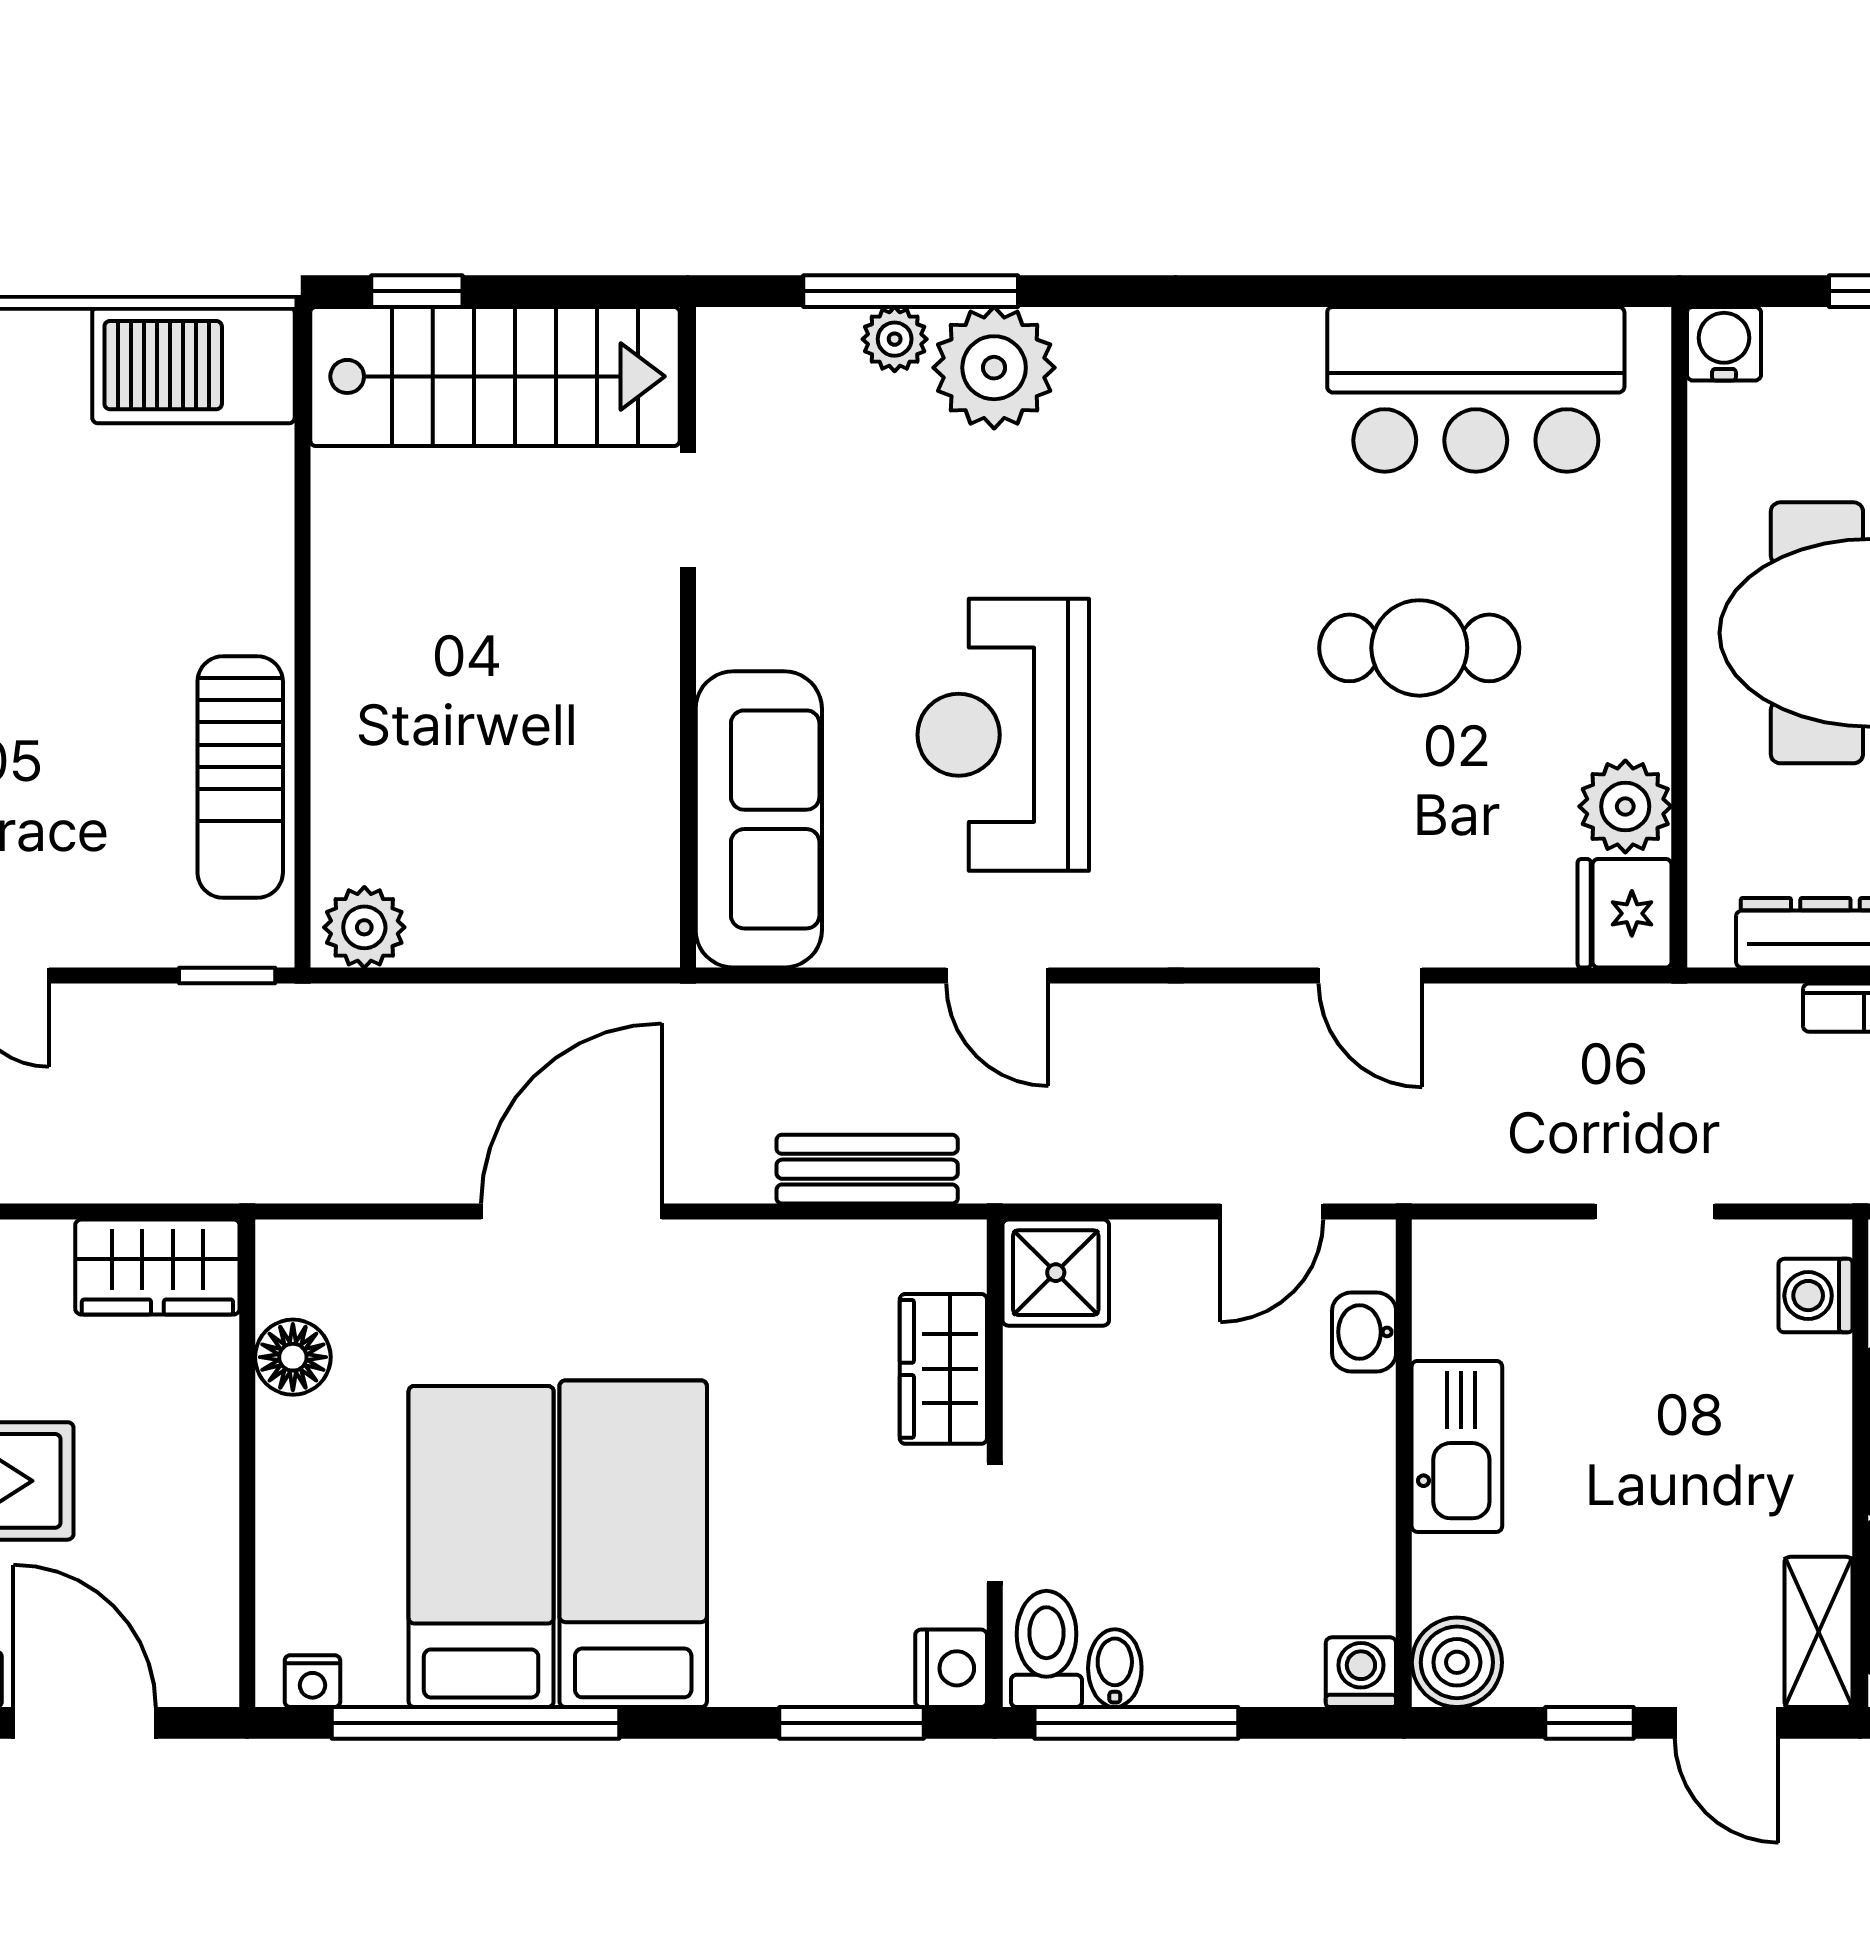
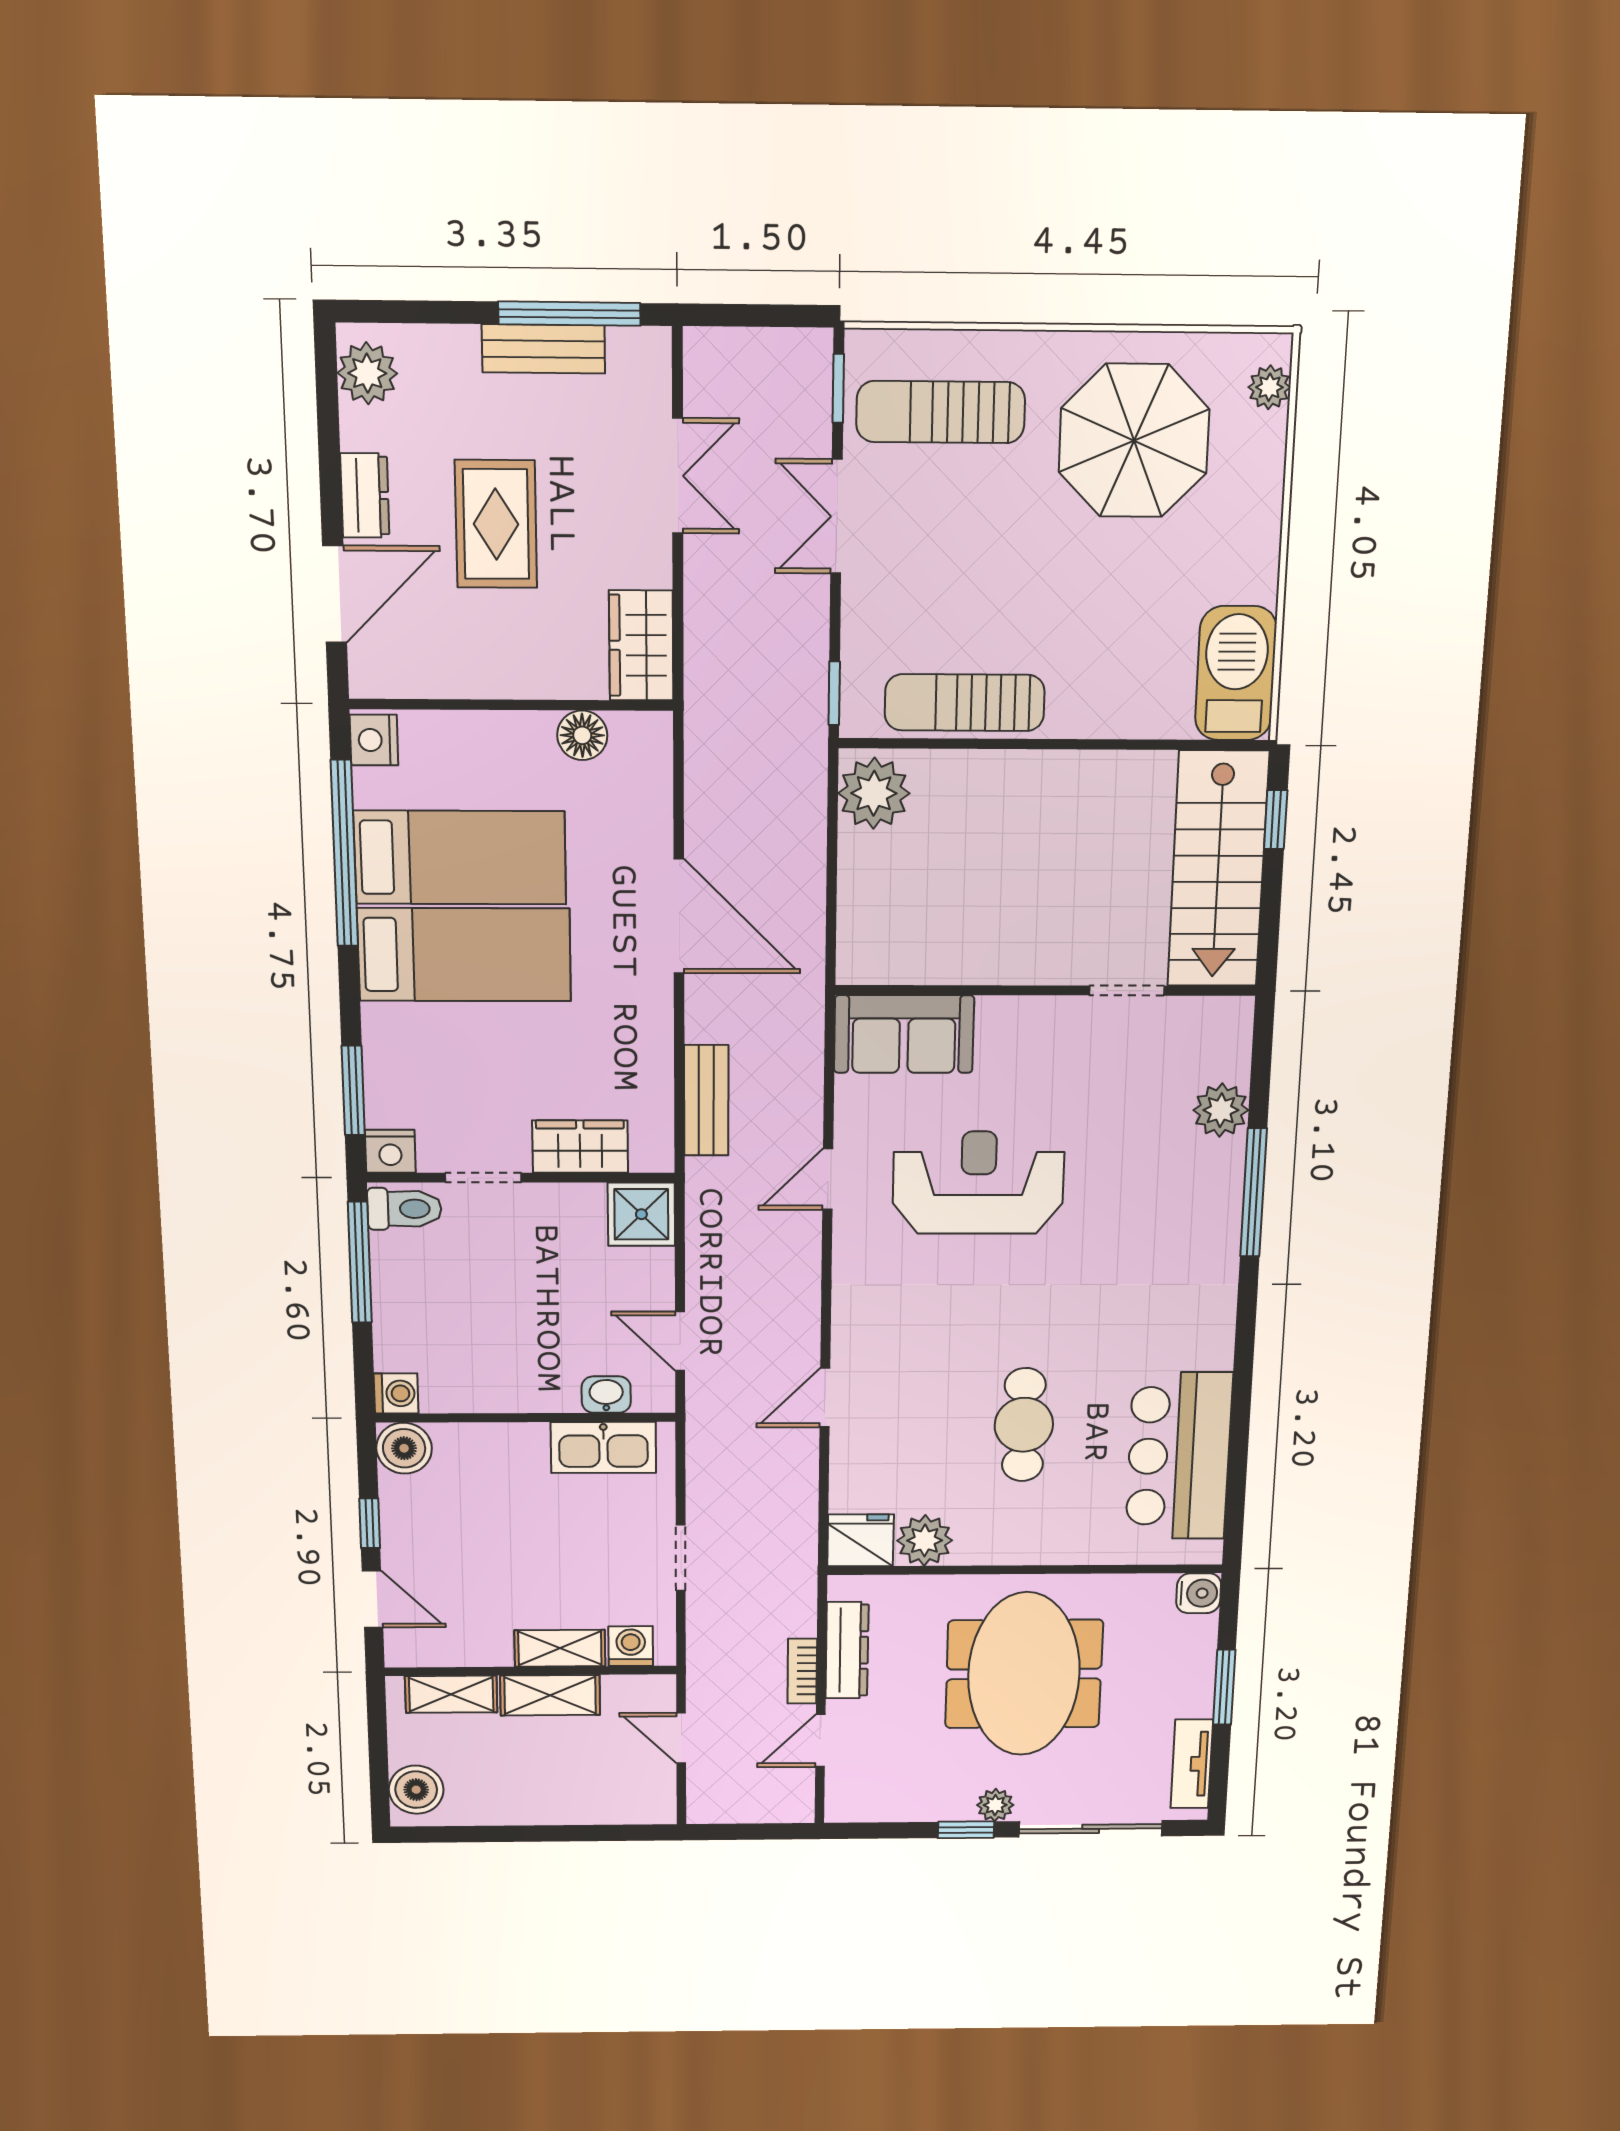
window: (911, 291) -> (1254, 1193), moved
plant: (895, 339) -> (1221, 1110), width x1.38, depth x1.38
plant: (994, 368) -> (1207, 1177), removed
sofa: (759, 819) -> (904, 1034), width x0.73
plant: (364, 927) -> (874, 793), width x1.36, depth x1.36
kitchen sink: (1457, 1446) -> (603, 1448), moved
shelving: (1818, 1632) -> (560, 1648), moved
bidet: (1115, 1668) -> (394, 1250), removed
nightstand: (312, 1681) -> (374, 740), width x1.39, depth x1.35
door: (1727, 1723) -> (372, 1599), swing flipped

